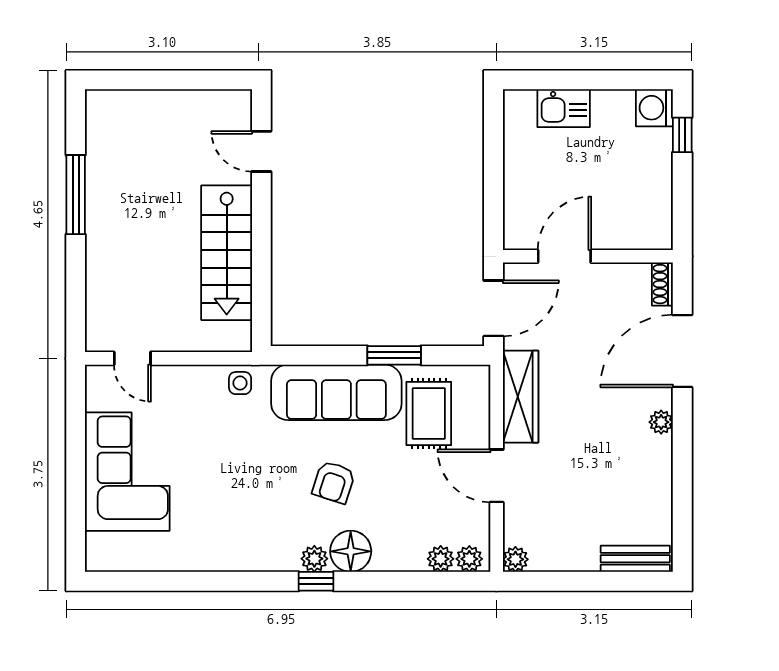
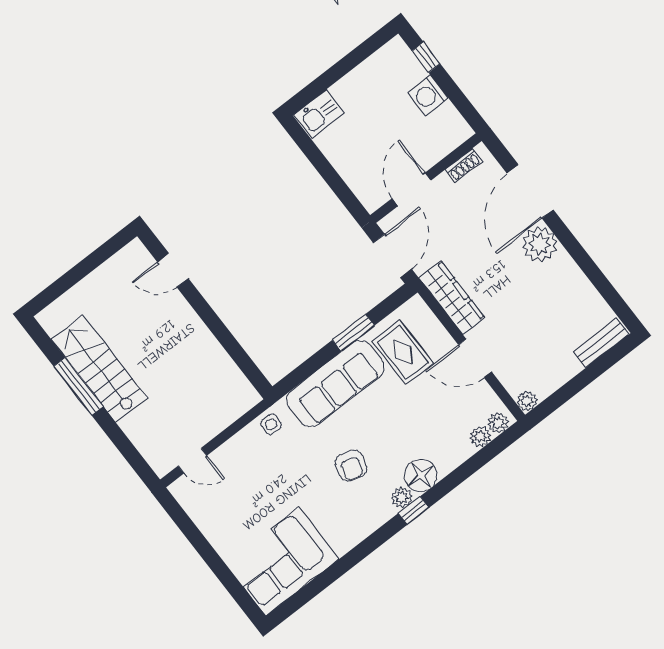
kitchen sink: (564, 108) -> (319, 114), moved
washing machine: (654, 108) -> (428, 95), moved
stairs: (227, 253) -> (99, 368), moved, turned 180
shoe rack: (662, 284) -> (464, 165), moved, turned -90
plant: (661, 422) -> (540, 244), width x1.88, depth x1.88
corner sofa: (127, 472) -> (282, 561), moved, turned -90
armchair: (334, 482) -> (351, 465), moved

